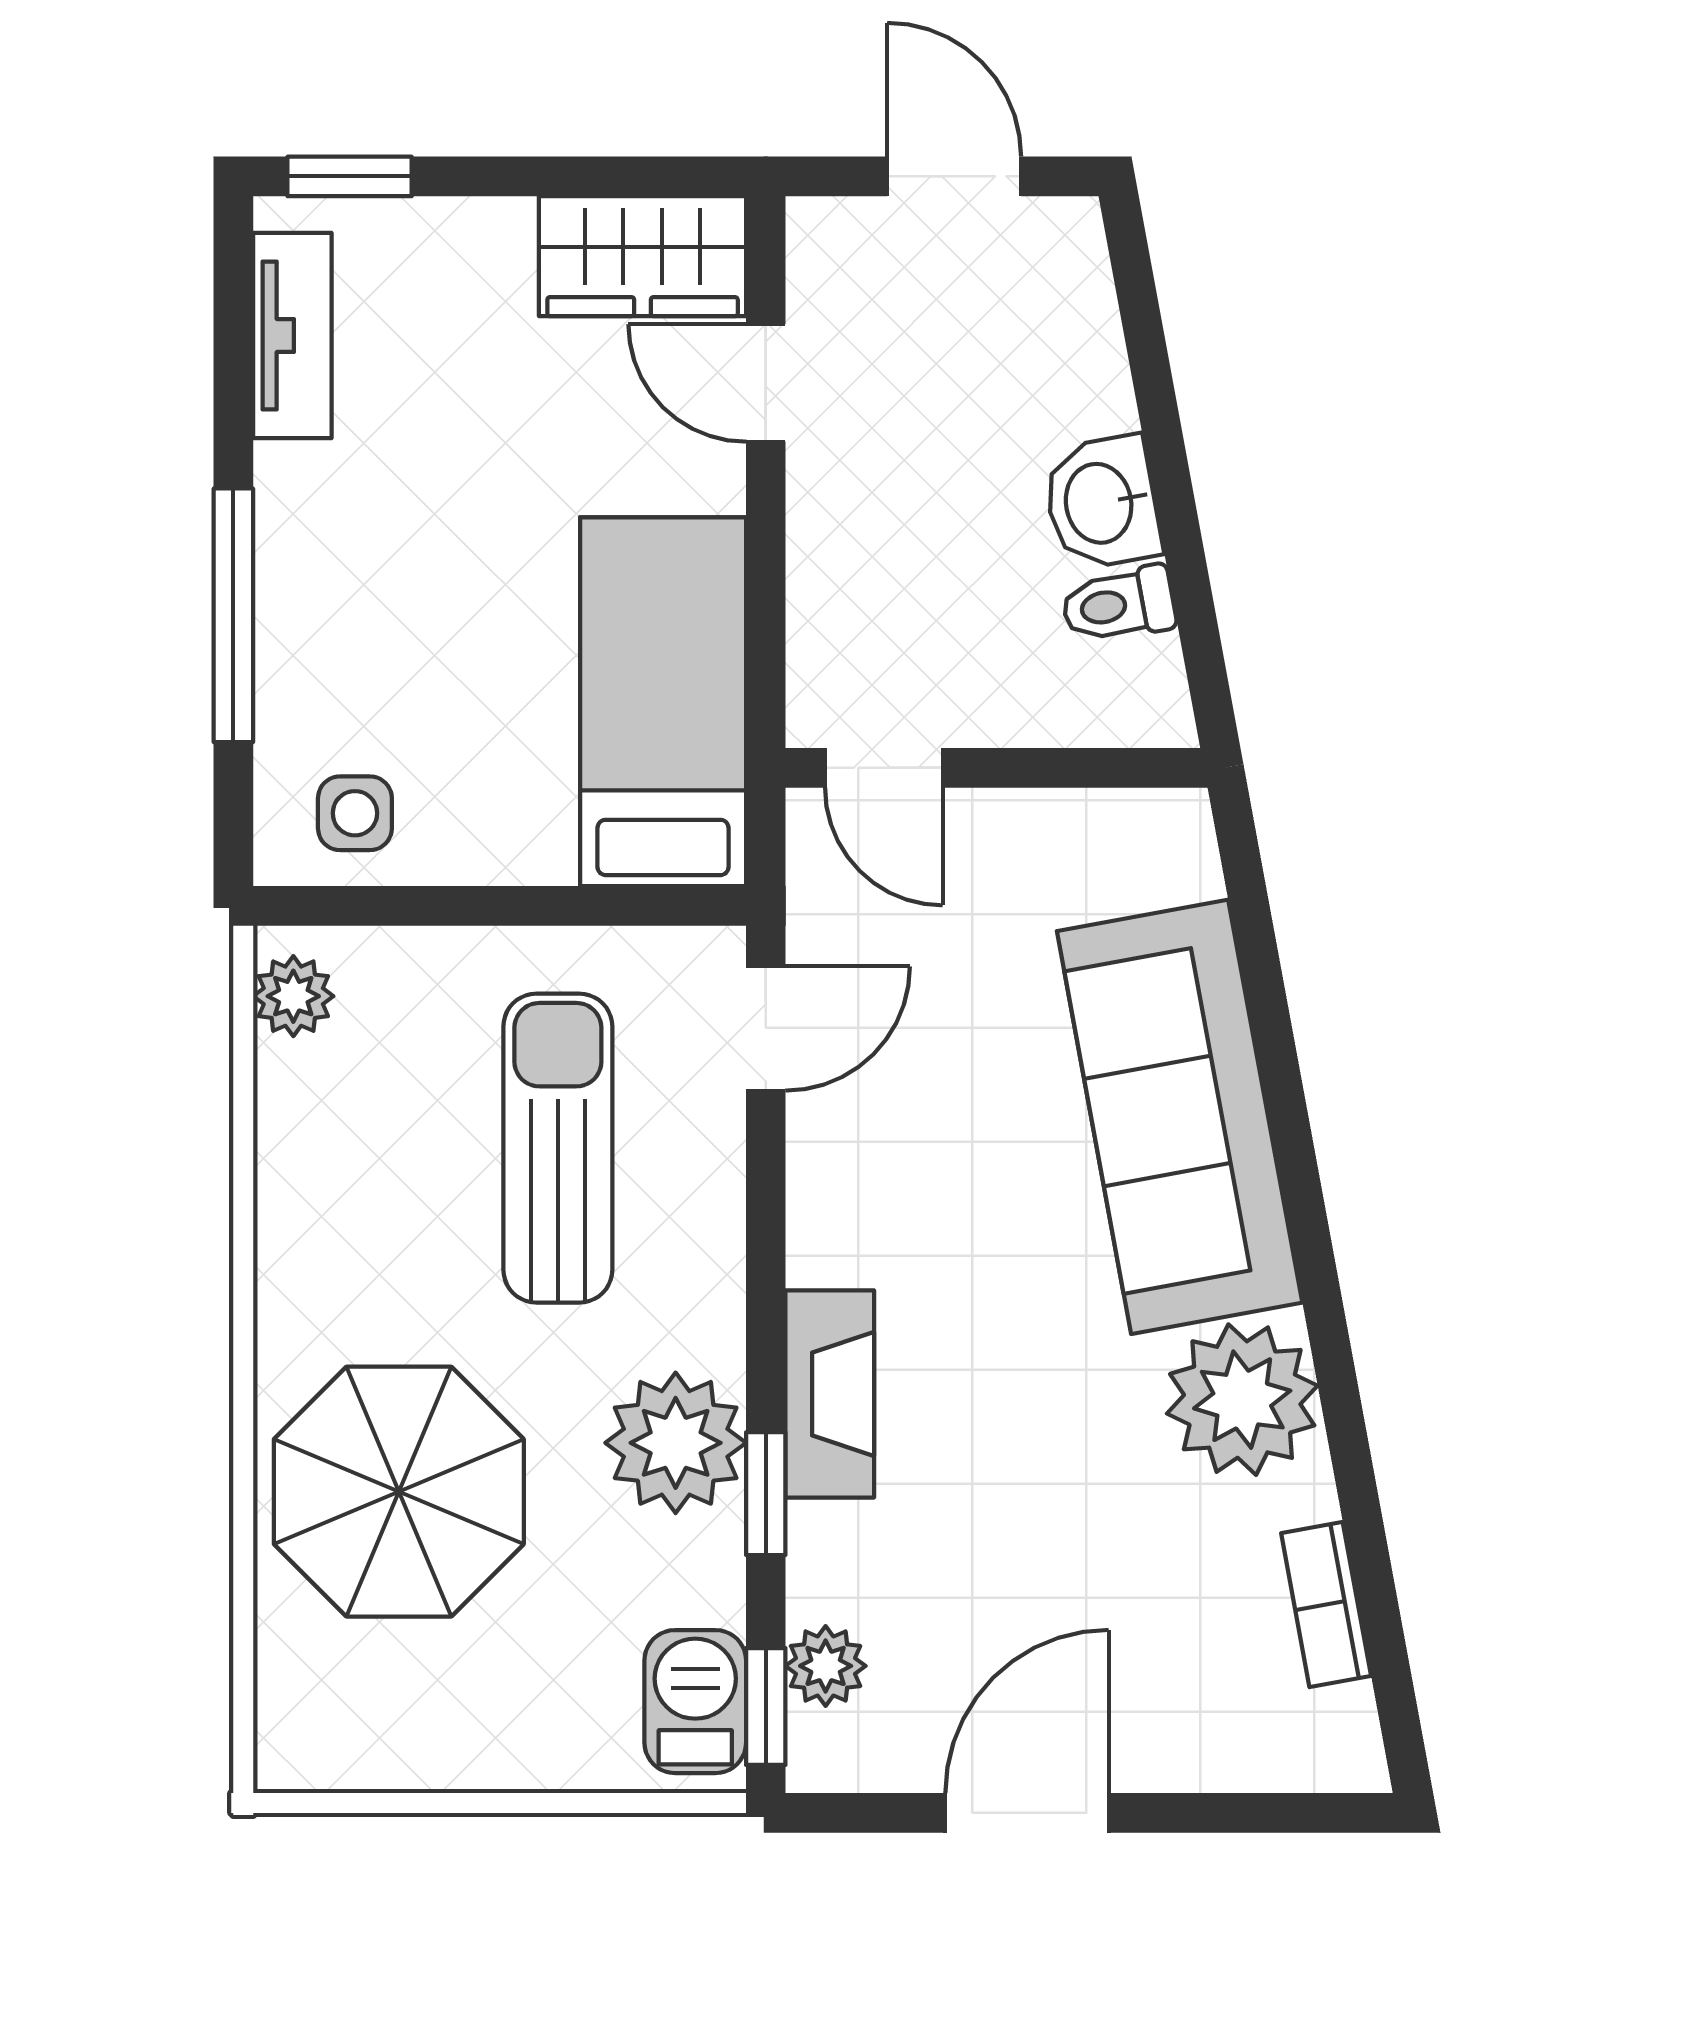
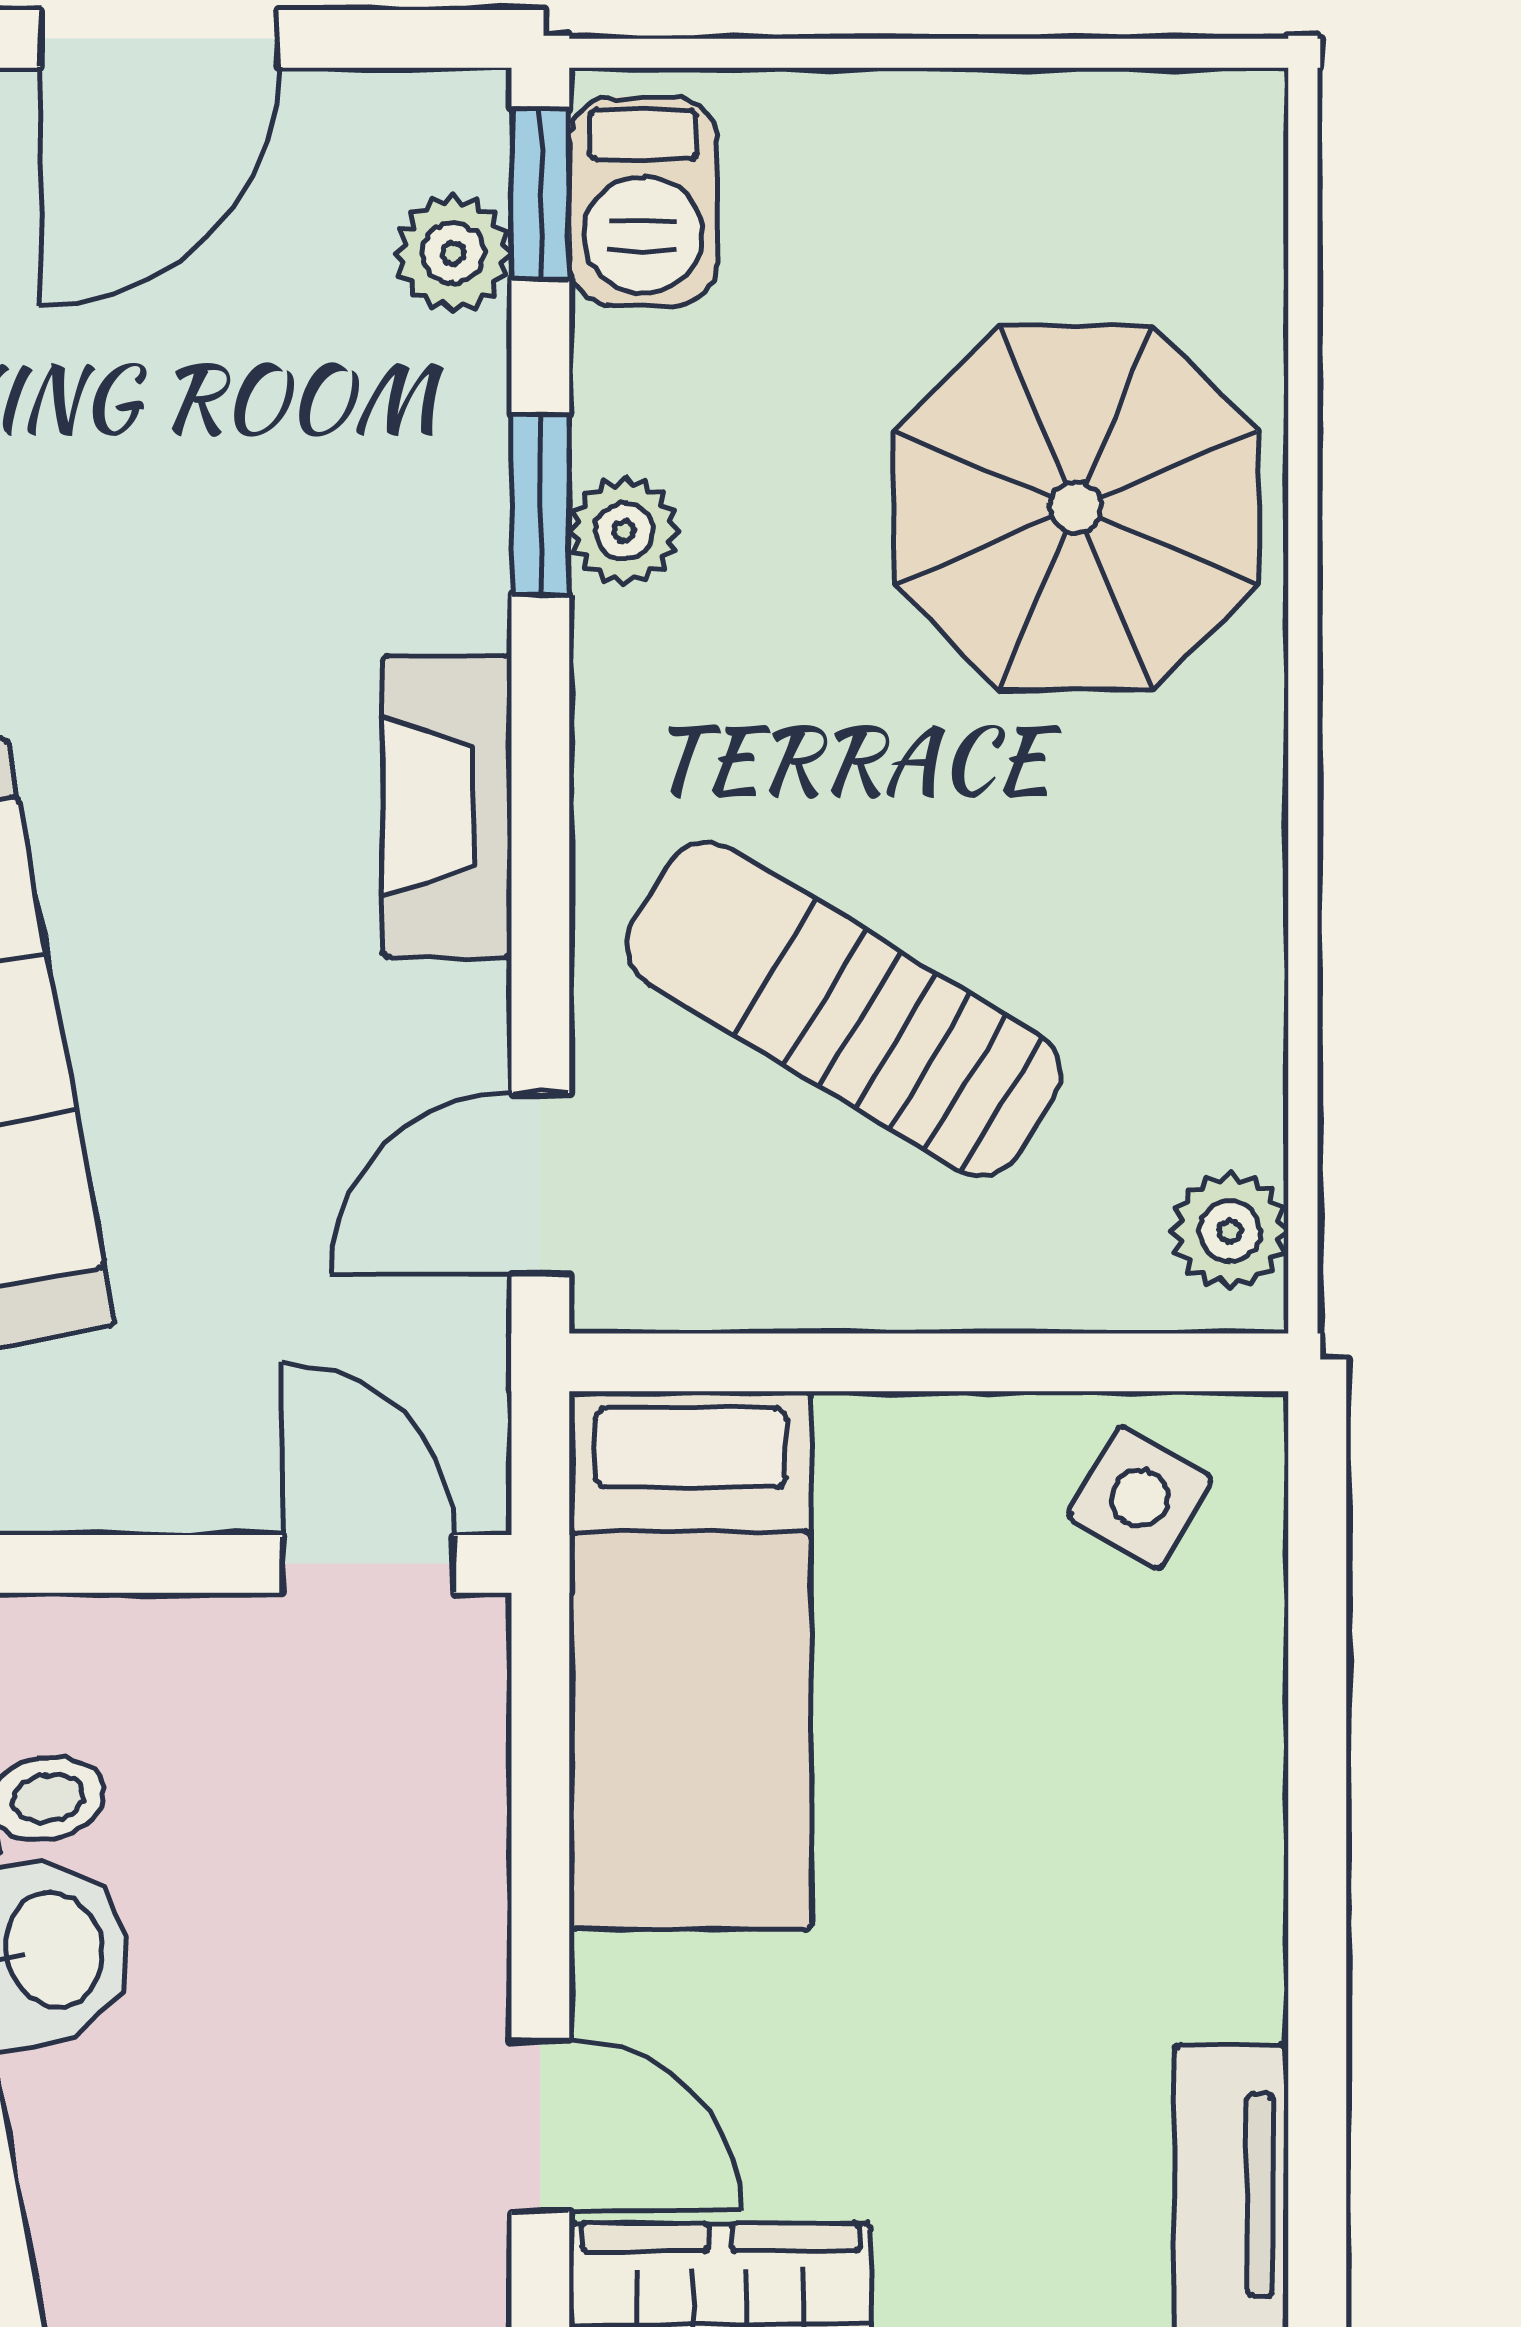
window: (233, 615) -> (1317, 1787), removed
side table: (355, 813) -> (1140, 1498), turned 30
sun lounger: (558, 1148) -> (844, 1009), turned 121
fireplace: (830, 1394) -> (447, 806), moved
plant: (676, 1443) -> (624, 531), width x0.53, depth x0.53

